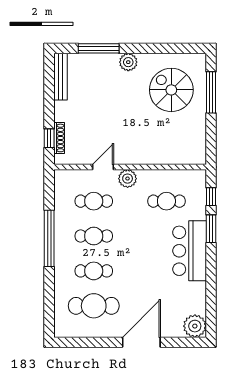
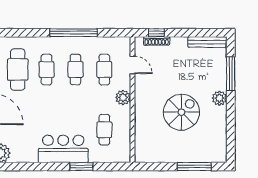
spiral stairs: (171, 90) -> (181, 112), moved
door: (103, 167) -> (133, 65), moved
window: (211, 197) -> (108, 167), removed

